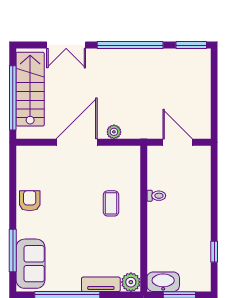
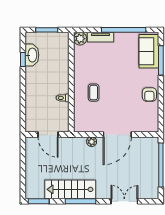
window: (130, 45) -> (80, 201), width x0.68
stairs: (30, 89) -> (70, 189), moved, turned 90
washbasin: (163, 282) -> (32, 55), moved, turned -90

